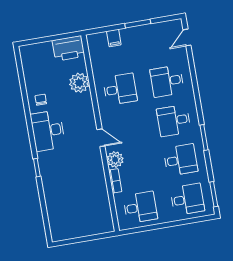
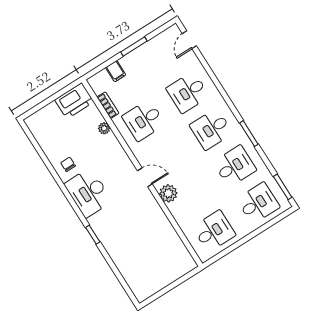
plant: (79, 83) -> (104, 128), width x0.53, depth x0.53
desk: (120, 89) -> (144, 120), turned 180
bookcase: (115, 181) -> (108, 105), moved

